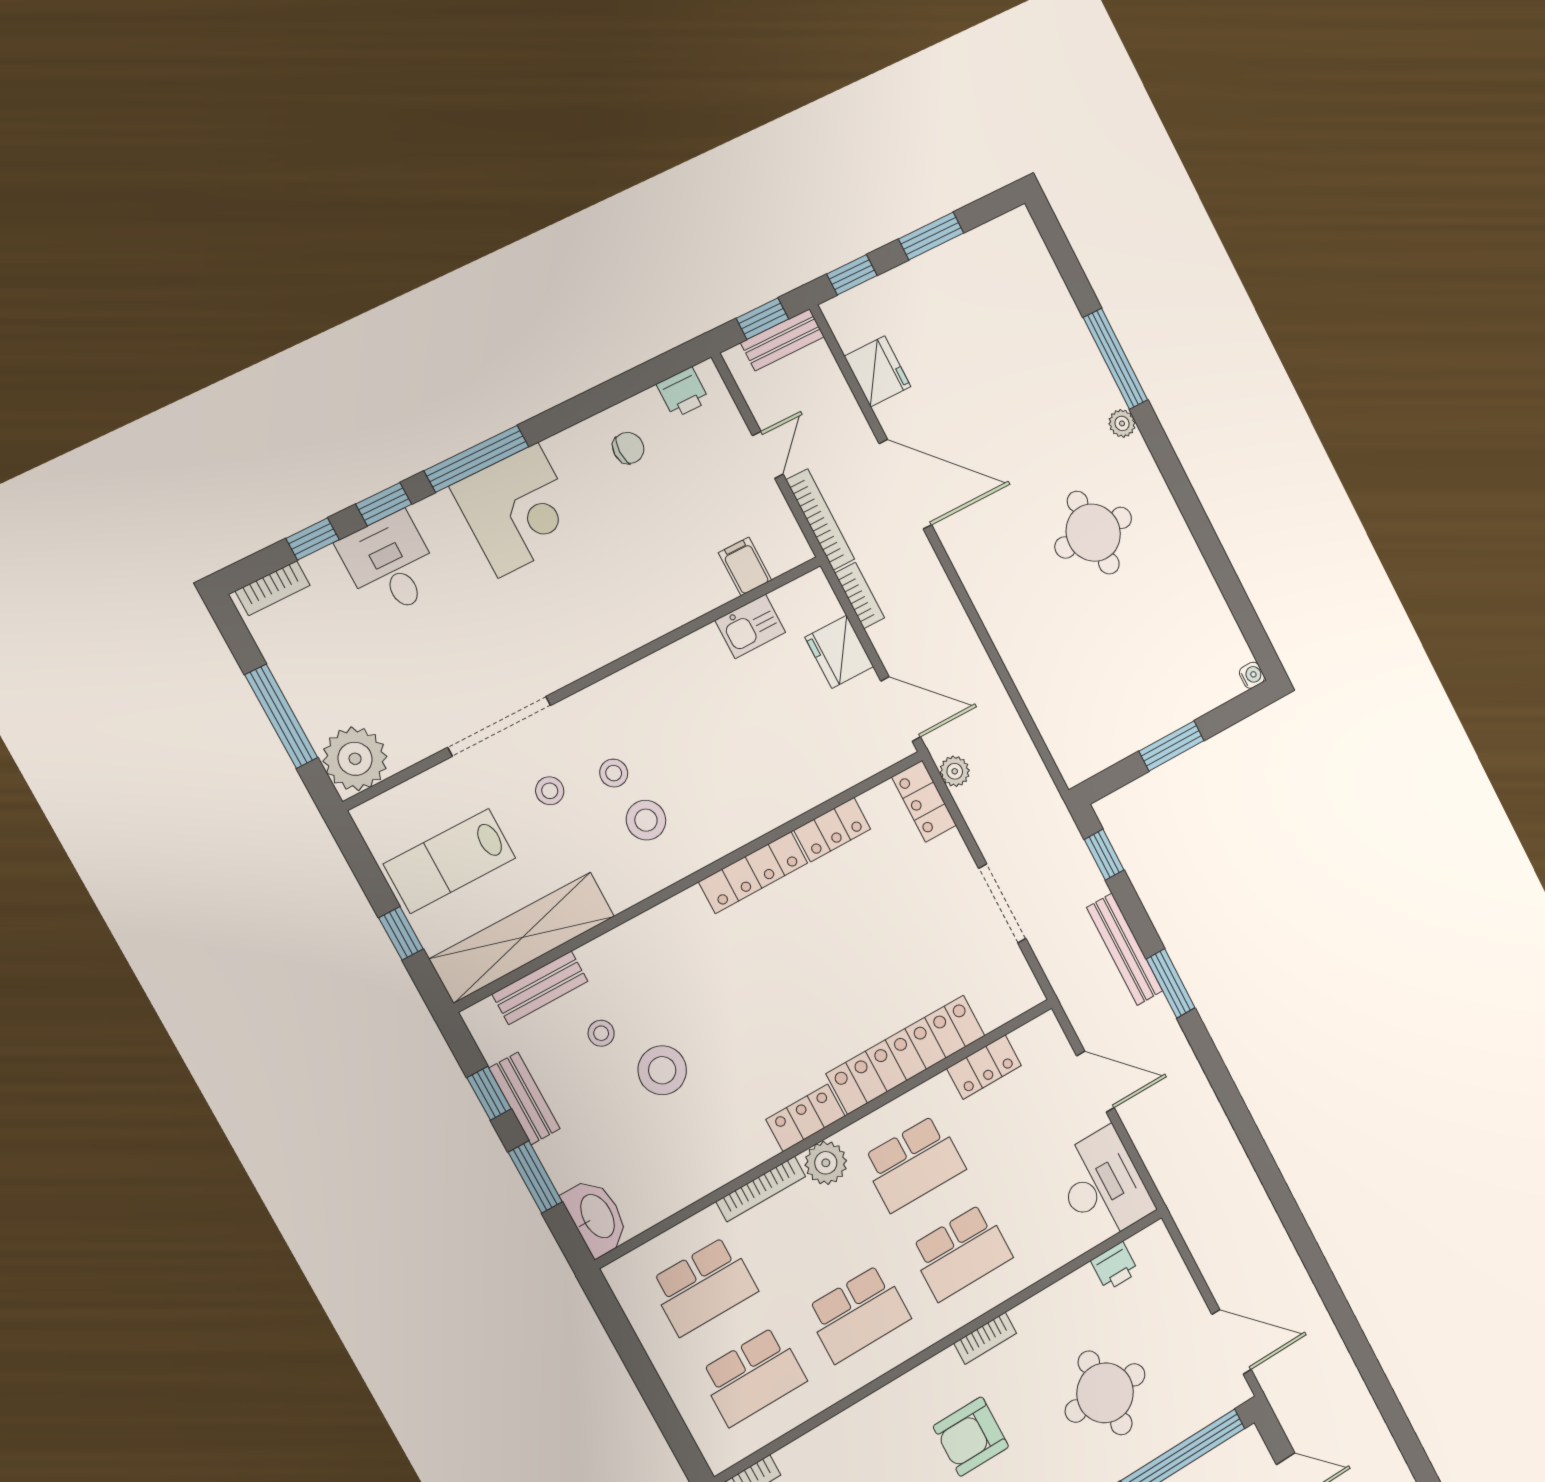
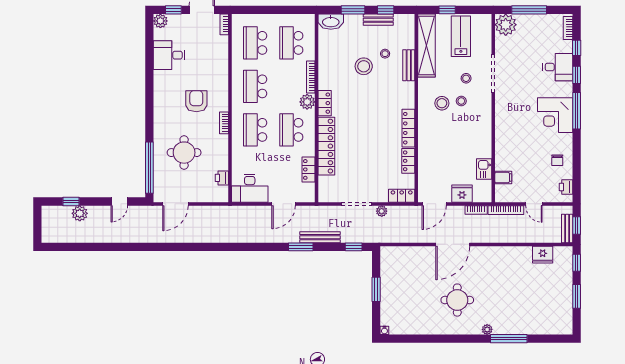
door: (905, 484) -> (453, 244), moved
plant: (955, 771) -> (382, 211), moved
bench: (540, 988) -> (409, 65), moved

